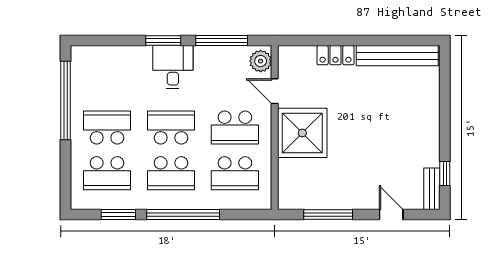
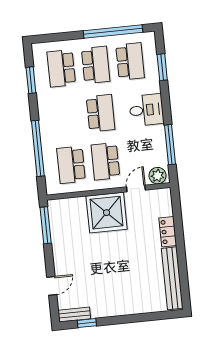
window: (163, 41) -> (162, 67), moved
school desk: (171, 173) -> (130, 61), moved, turned 180
window: (183, 215) -> (38, 148), moved
window: (328, 215) -> (46, 225), moved

